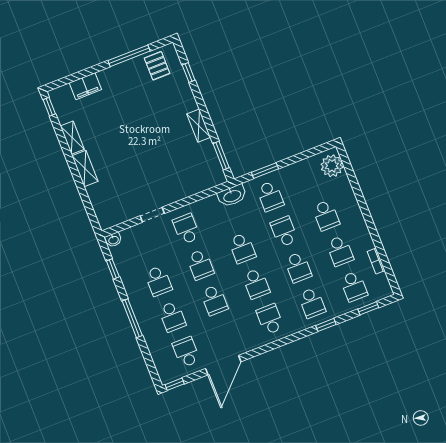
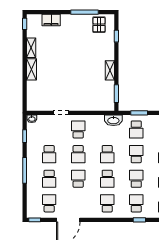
school desk: (298, 267) -> (136, 179), turned 180
school desk: (214, 300) -> (78, 179), turned 180
school desk: (312, 303) -> (136, 203), turned 180

